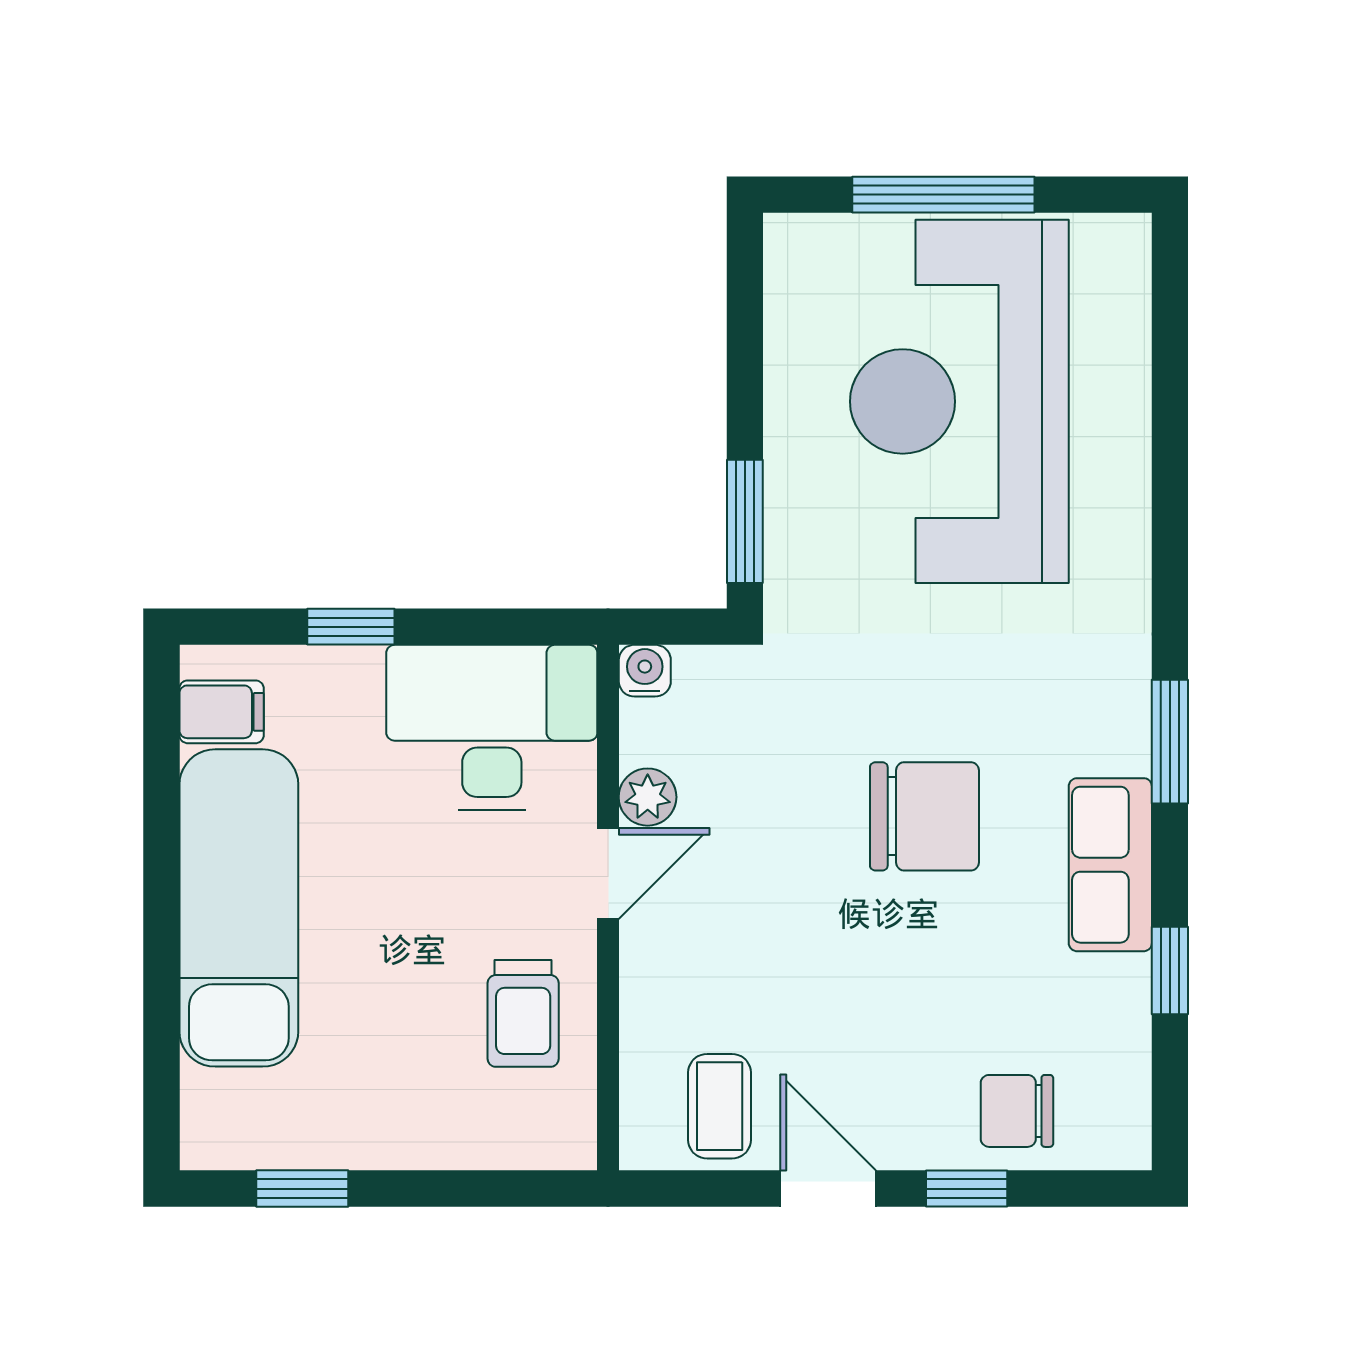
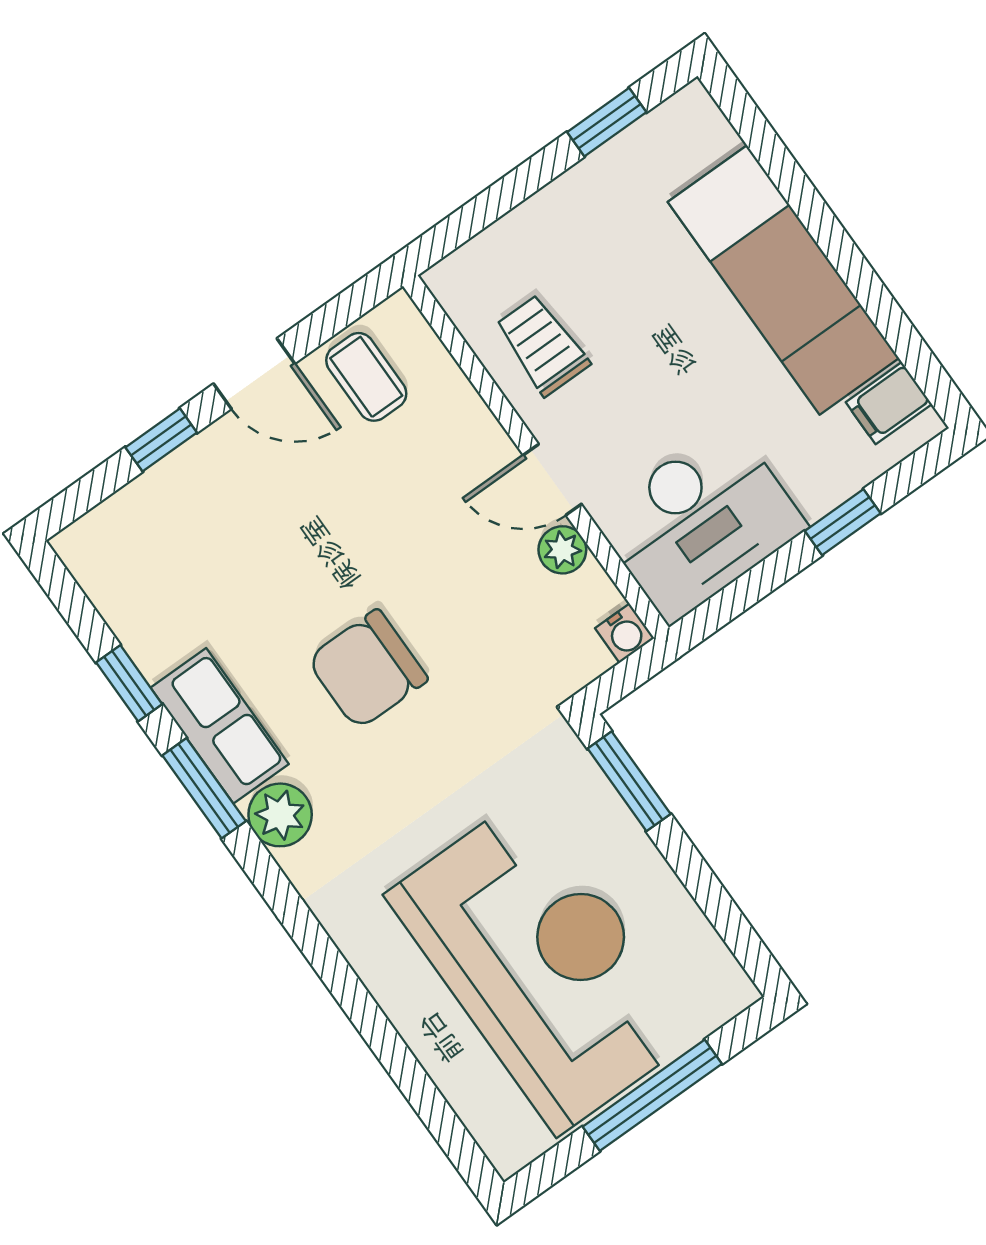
plant: (1114, 734) -> (280, 815), added
window: (1170, 742) -> (204, 788), moved
door: (608, 874) -> (552, 480), hinge flipped
chair: (1017, 1111) -> (165, 516), removed

